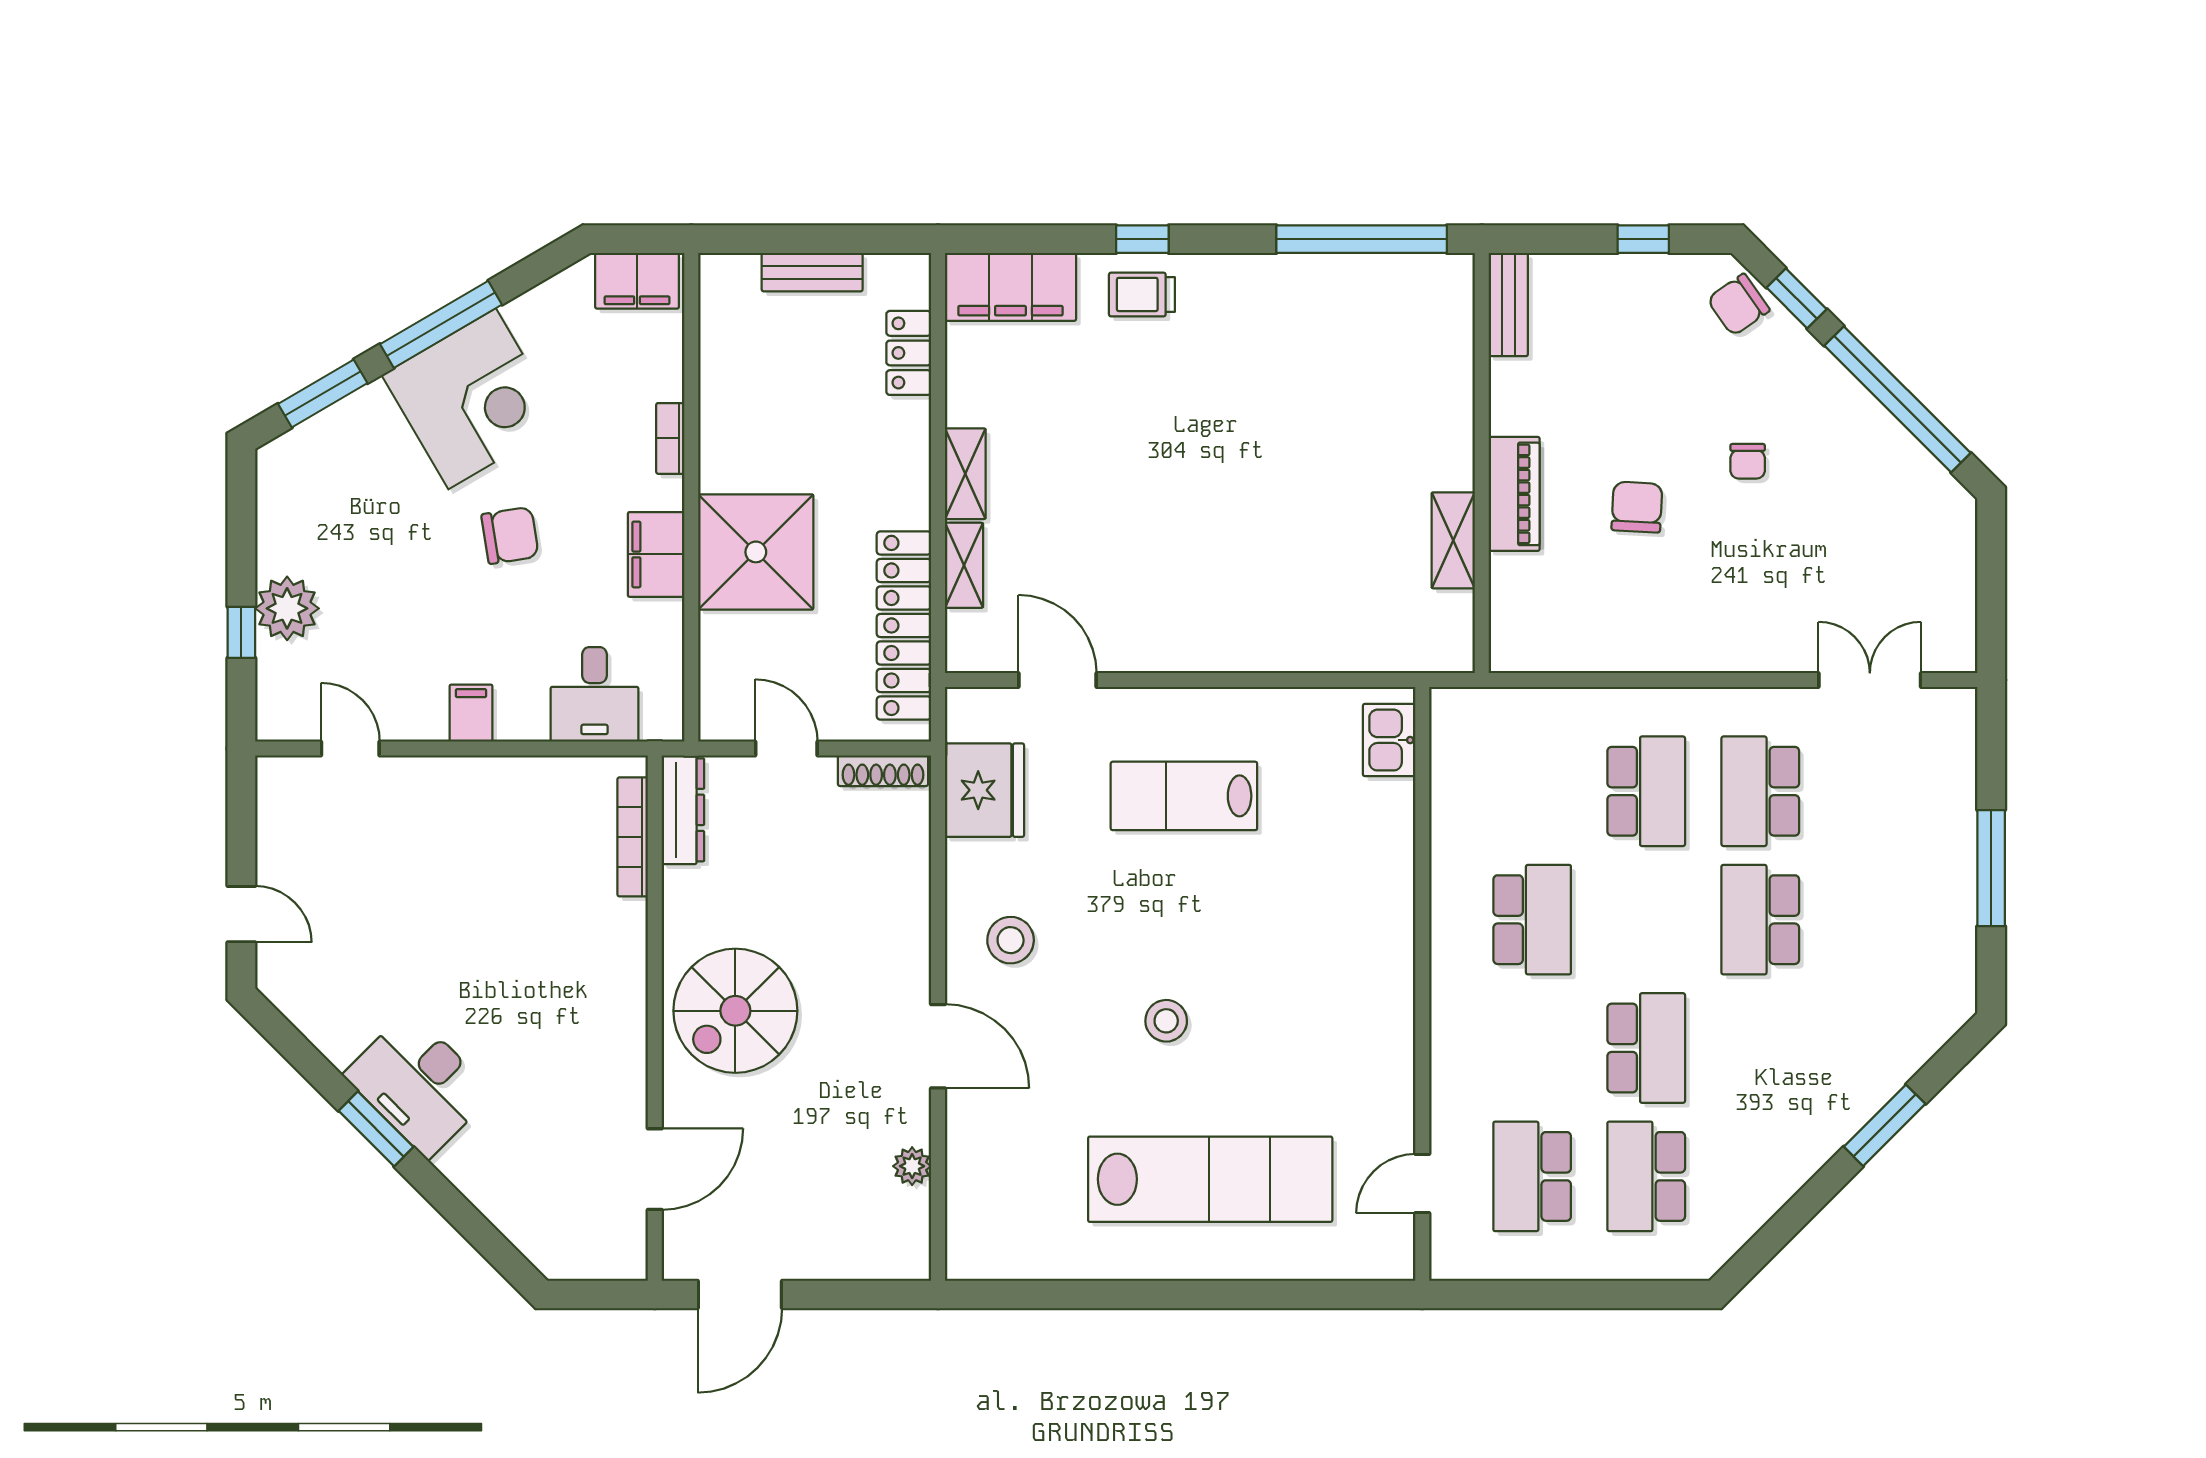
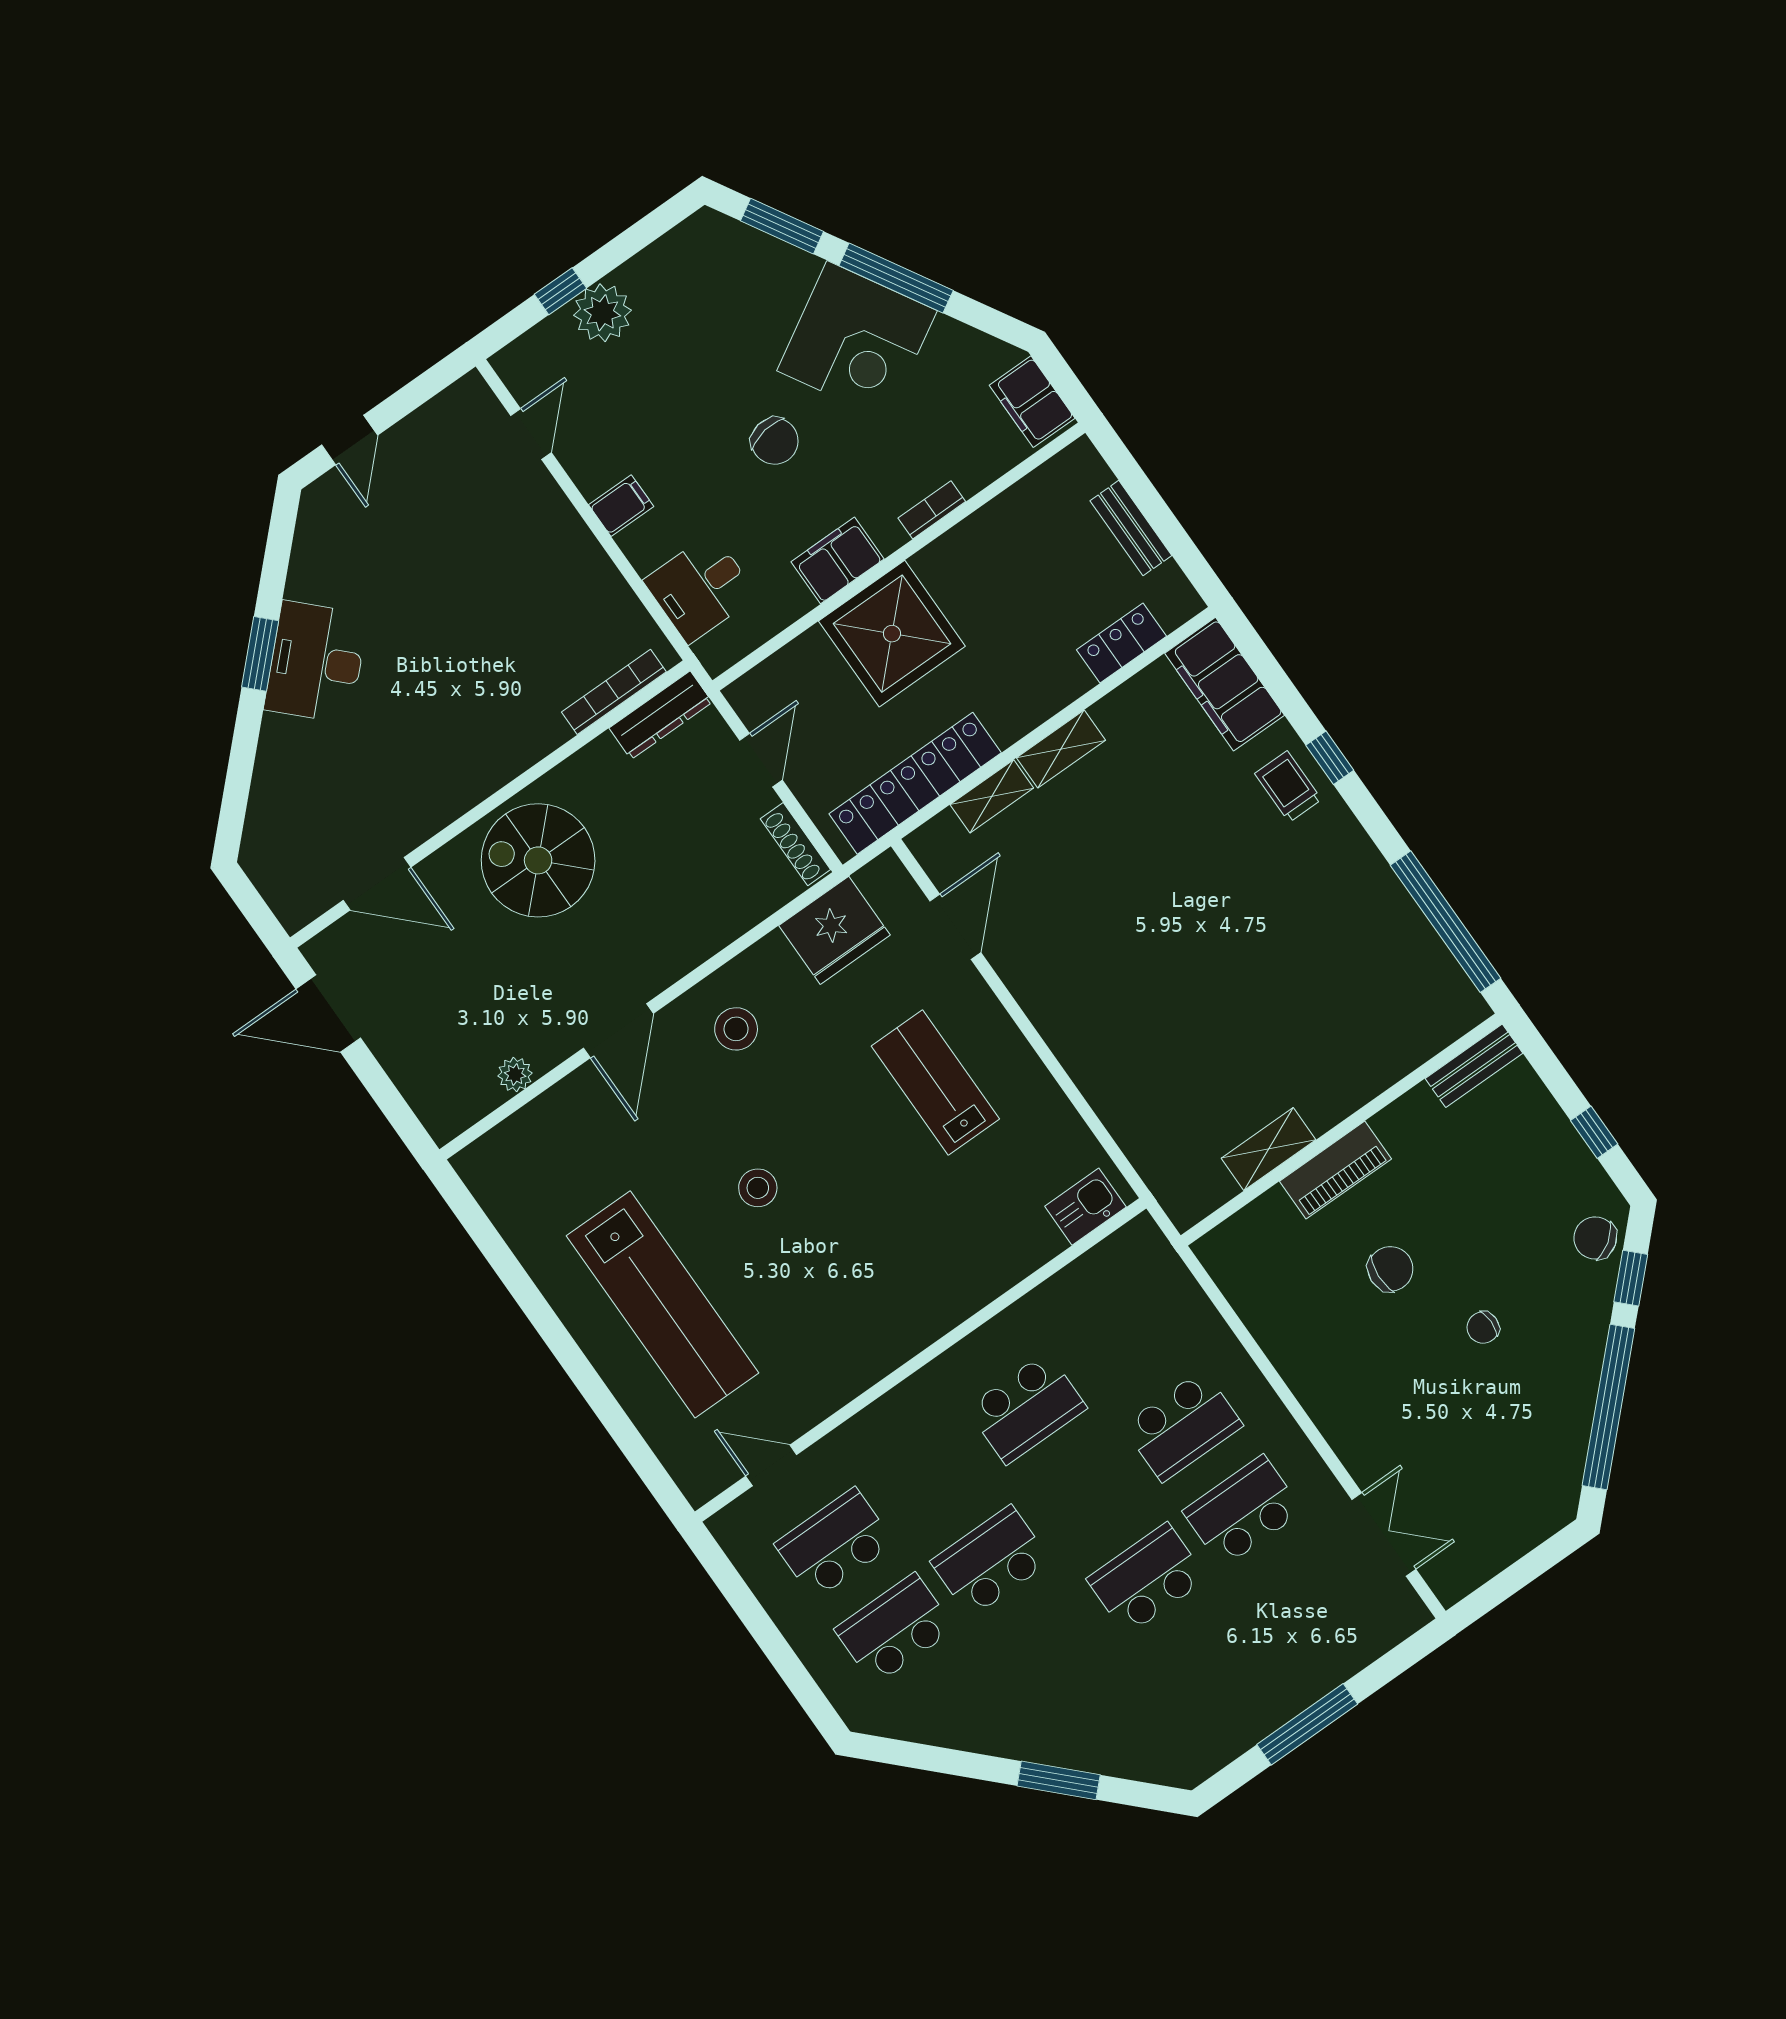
school desk: (1646, 1048) -> (991, 1561), turned 180

